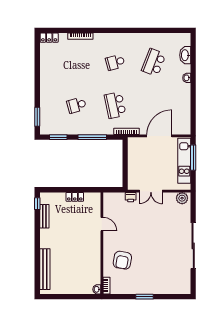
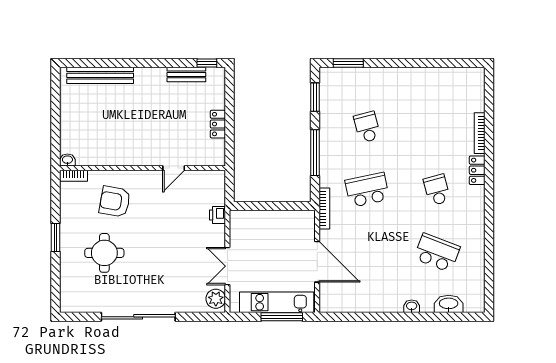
locker: (49, 38) -> (477, 170), moved
double door: (151, 191) -> (227, 266), moved
round table: (154, 267) -> (104, 253), added

